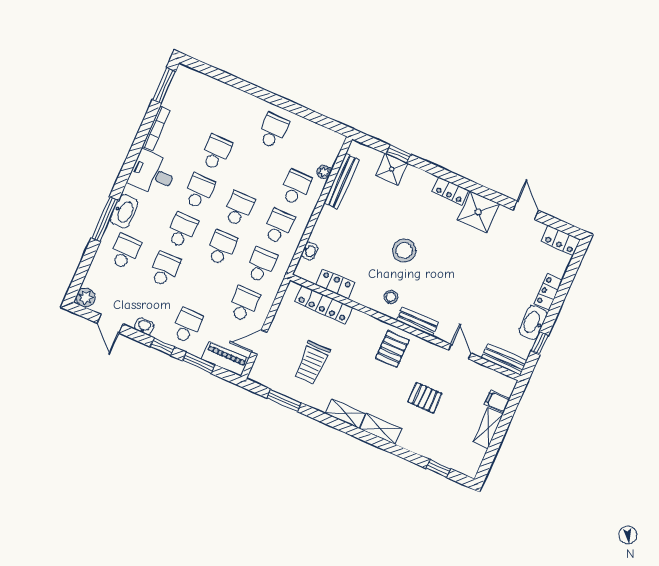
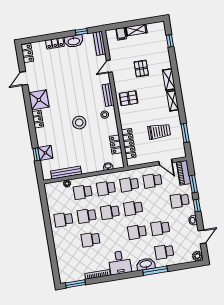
school desk: (199, 191) -> (87, 216), moved

